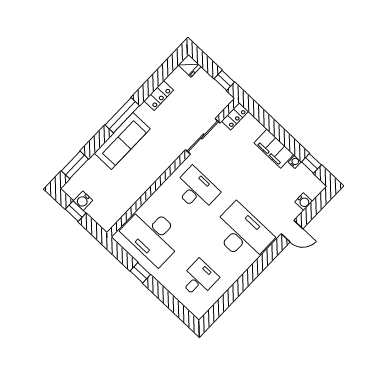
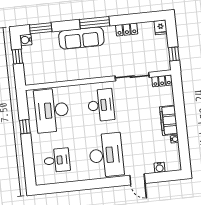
window: (311, 163) -> (184, 148), removed
water cooler: (83, 201) -> (26, 40), moved

